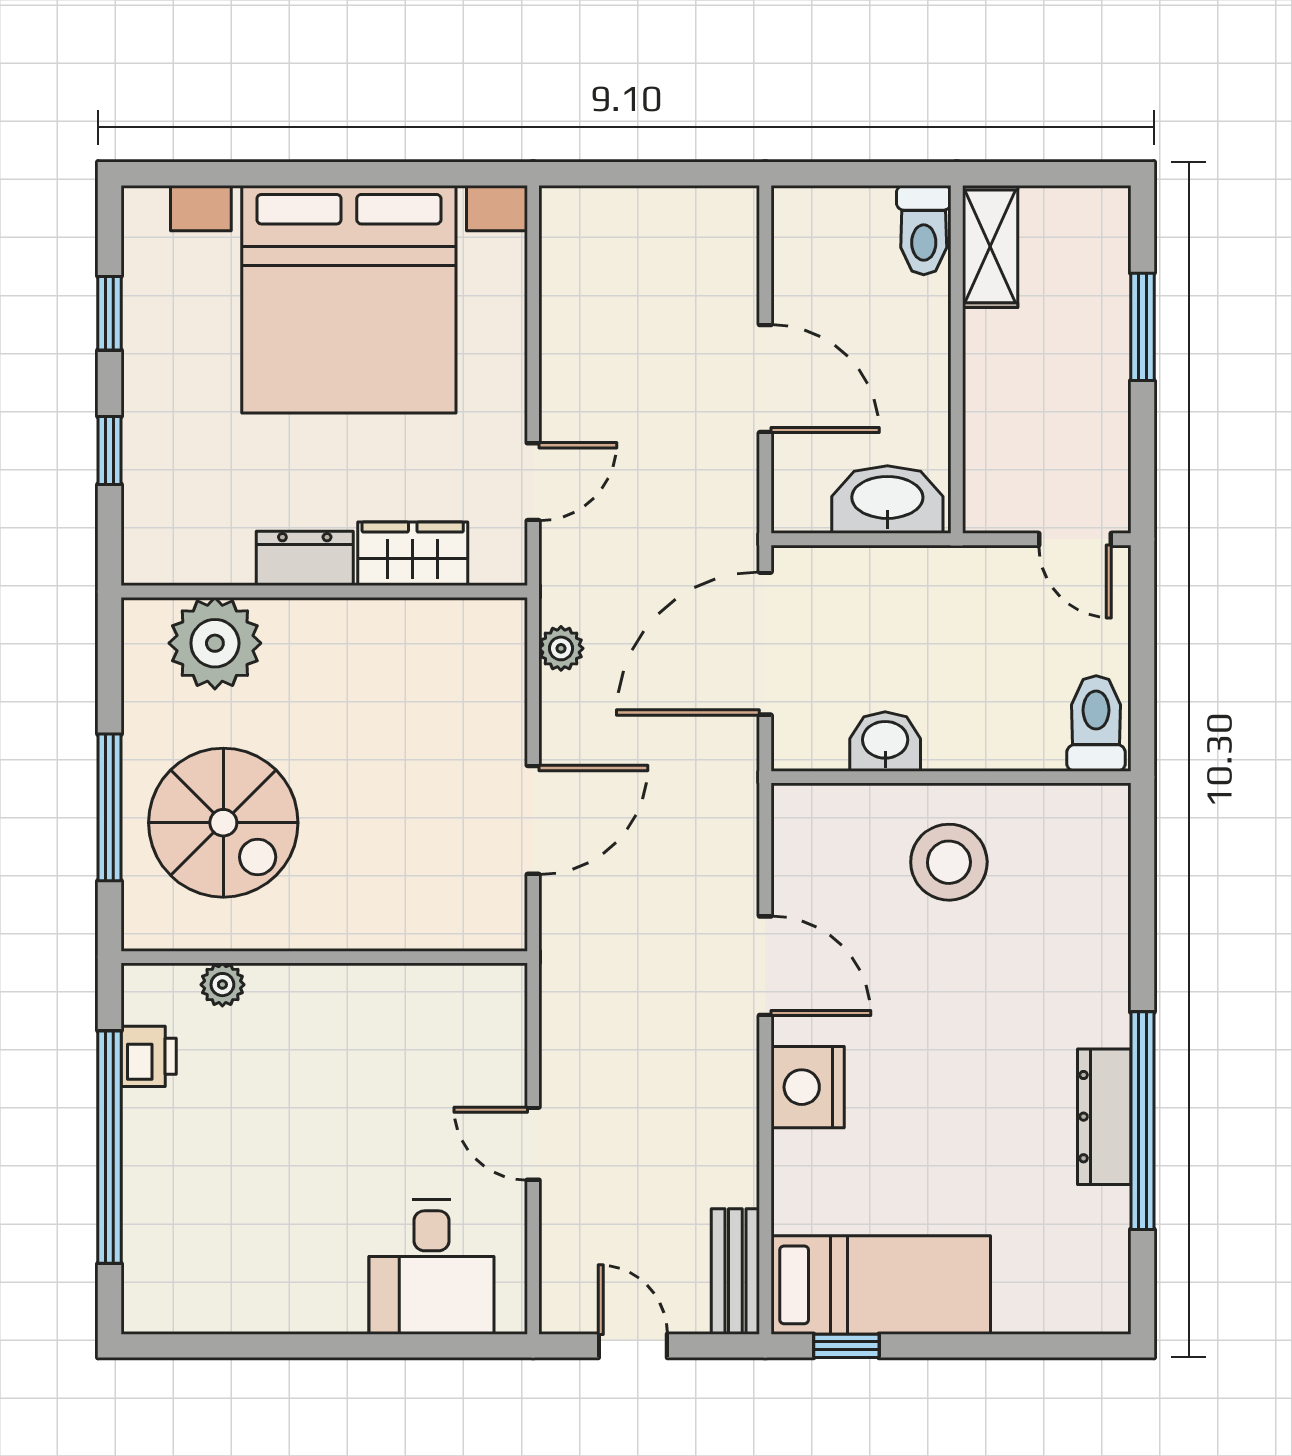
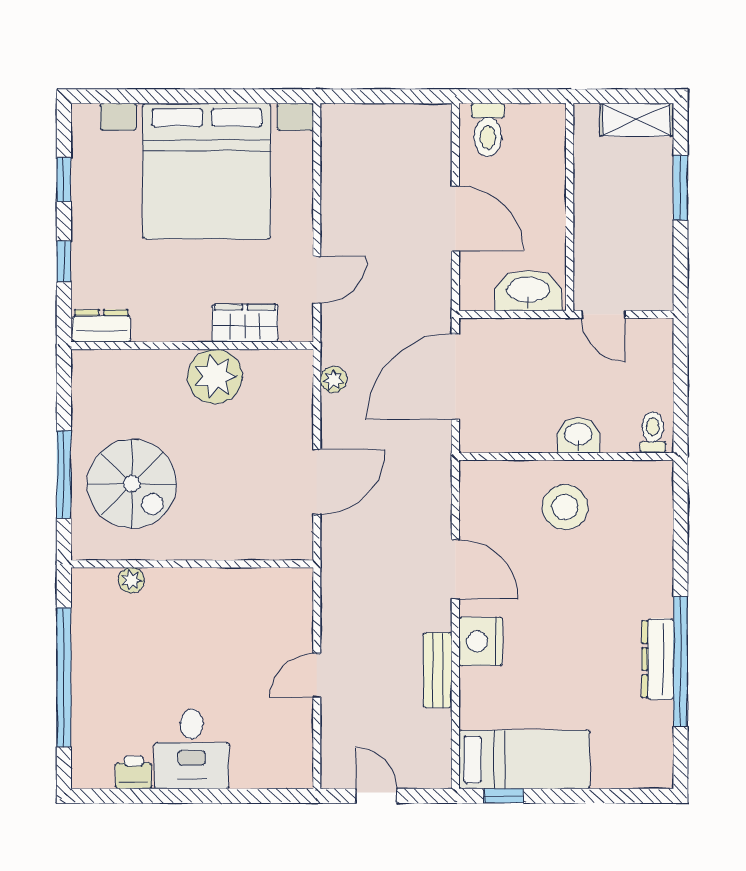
toilet: (924, 230) -> (488, 130), moved
shelving: (990, 246) -> (636, 120), moved, turned 90
door: (1075, 539) -> (603, 314), moved
dresser: (305, 558) -> (101, 326), moved
plant: (215, 643) -> (215, 377), moved
toilet: (1096, 723) -> (653, 432), width x0.73, depth x0.72
washbasin: (885, 742) -> (578, 435), moved
printer: (149, 1056) -> (134, 773), moved, turned -90
door: (533, 1144) -> (317, 675), hinge flipped
desk: (431, 1267) -> (192, 749), moved
bench: (735, 1271) -> (438, 670), moved

